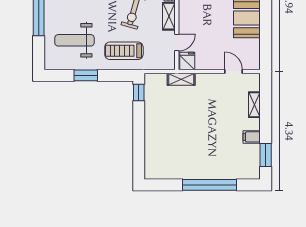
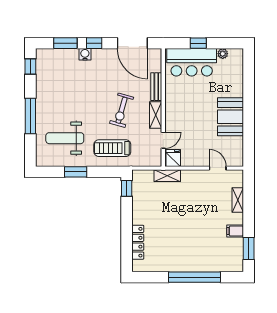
locker: (150, 149) -> (138, 242), added

